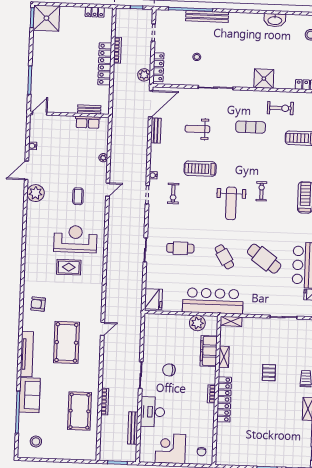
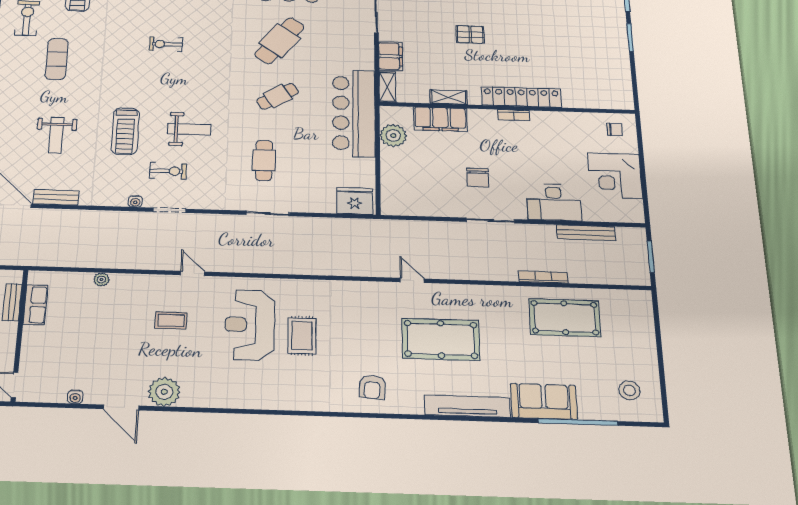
door: (108, 190) -> (193, 273), moved
weight bench: (231, 203) -> (189, 129), moved, width x0.73, depth x0.75
filing cabinet: (253, 324) -> (391, 56), added

